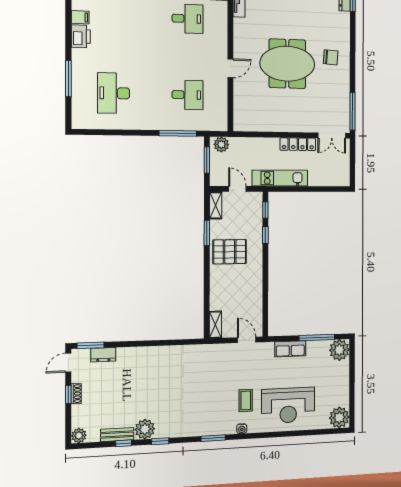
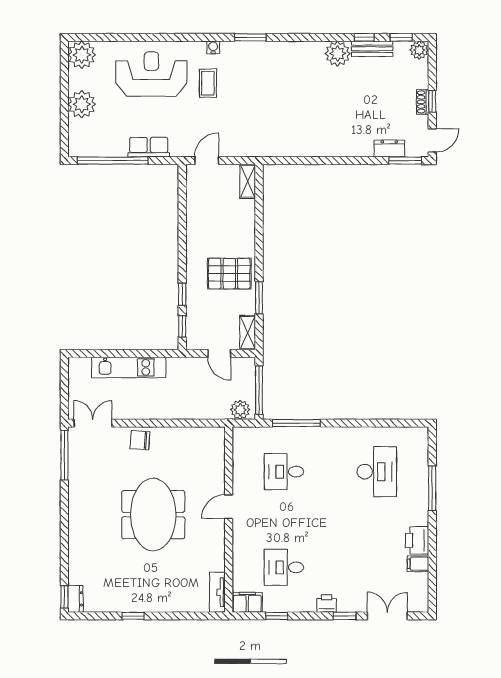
chair: (331, 57) -> (140, 440), moved
meeting table: (287, 64) -> (153, 515), turned 90
locker: (298, 144) -> (139, 411), removed
window: (207, 160) -> (259, 390), width x1.44
kitchen unit: (280, 178) -> (129, 367), moved
window: (317, 337) -> (113, 161), width x1.46
door: (247, 340) -> (207, 161), swing flipped
plant: (339, 350) -> (82, 104), moved
window: (160, 441) -> (401, 37), moved

